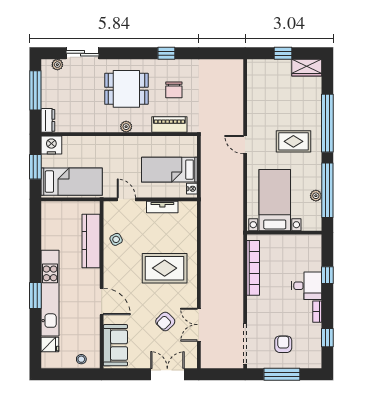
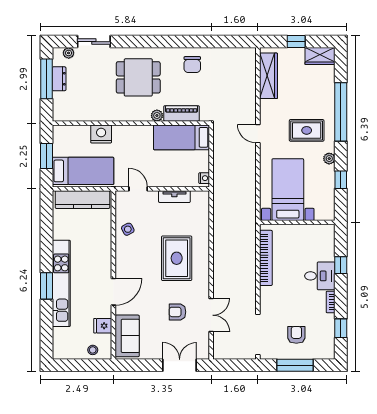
window: (166, 53) -> (178, 42), removed
wardrobe: (256, 87) -> (268, 76), added
chair: (174, 90) -> (192, 65), moved
dresser: (48, 120) -> (59, 79), moved
plant: (126, 127) -> (157, 116), moved
nightstand: (51, 145) -> (101, 134), moved
bed: (169, 170) -> (182, 137), moved
window: (327, 190) -> (341, 180), width x0.32
plant: (316, 196) -> (329, 159), moved
kitchen counter: (91, 241) -> (82, 200), moved, turned -90
rug: (165, 268) -> (177, 258), turned 90
door: (102, 301) -> (113, 292), hinge flipped
armchair: (165, 321) -> (177, 312), turned 45
double door: (199, 325) -> (211, 315), swing flipped
fridge: (50, 345) -> (103, 326), moved, turned 180

